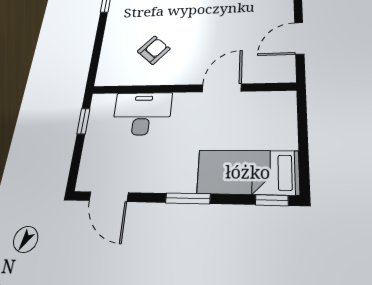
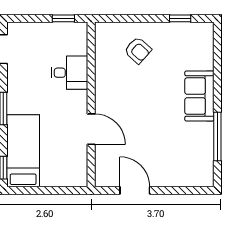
armchair: (154, 50) -> (138, 50), moved
desk: (142, 114) -> (70, 73), width x0.73

